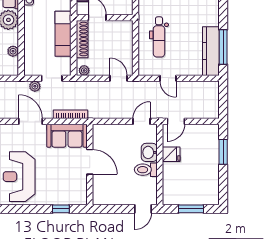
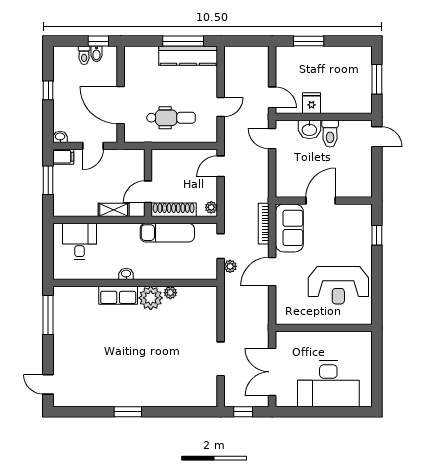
plant: (13, 51) -> (170, 293), moved

